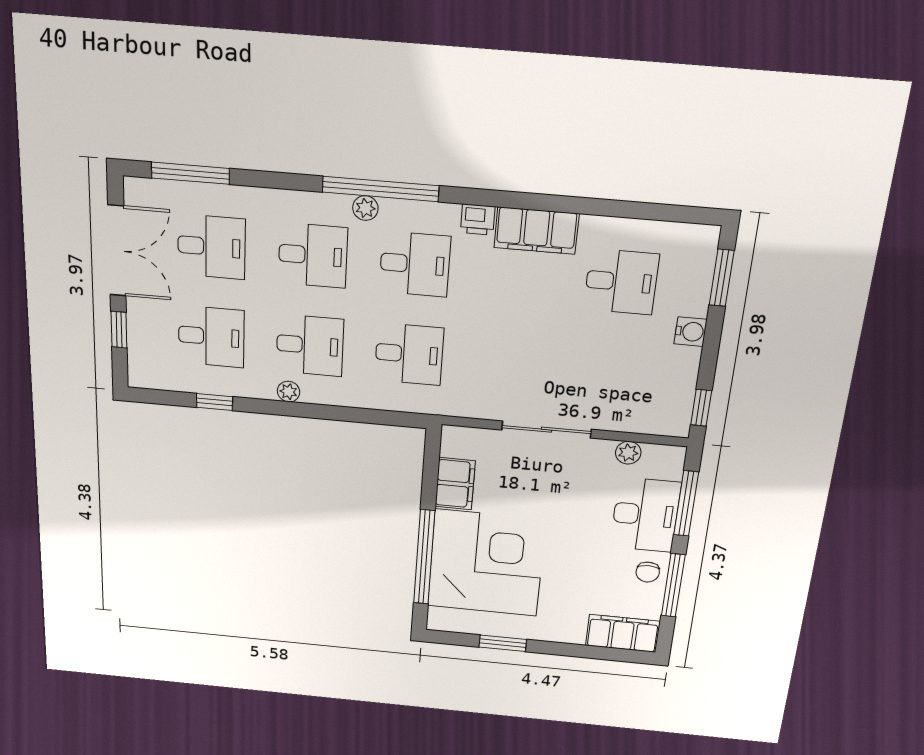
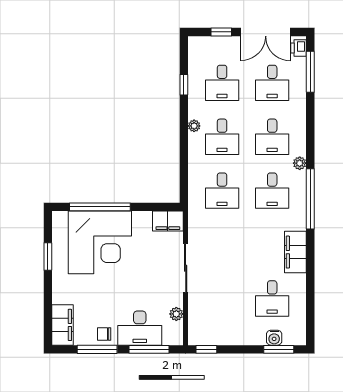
window: (380, 189) -> (310, 199), moved
printer: (478, 220) -> (299, 48), moved
water cooler: (691, 332) -> (274, 338), moved
filing cabinet: (455, 484) -> (168, 221), moved

